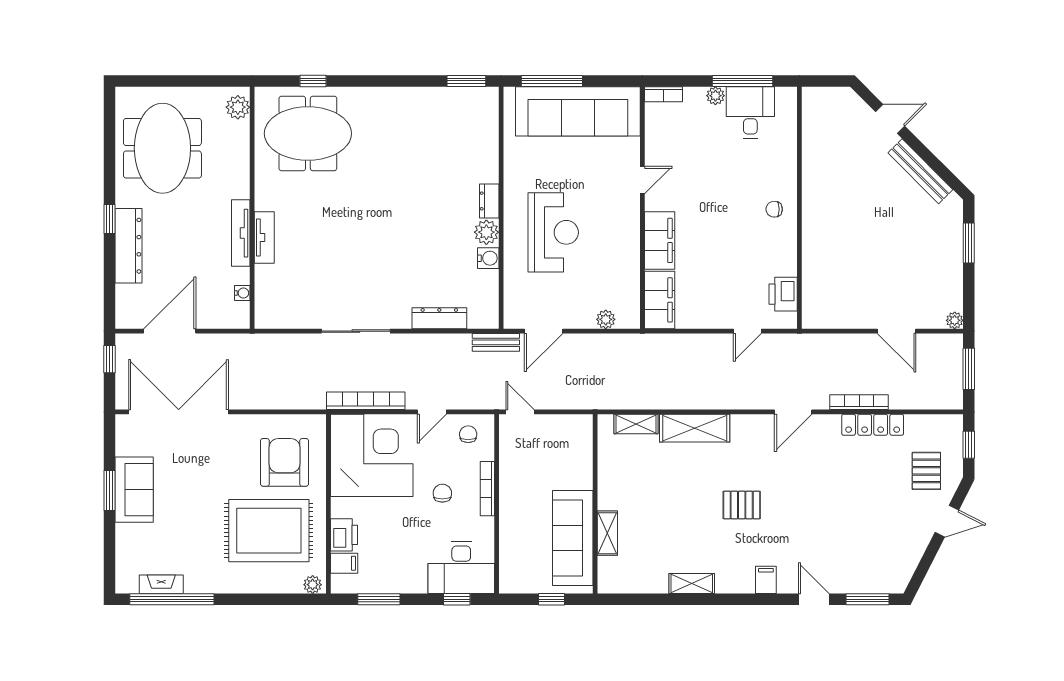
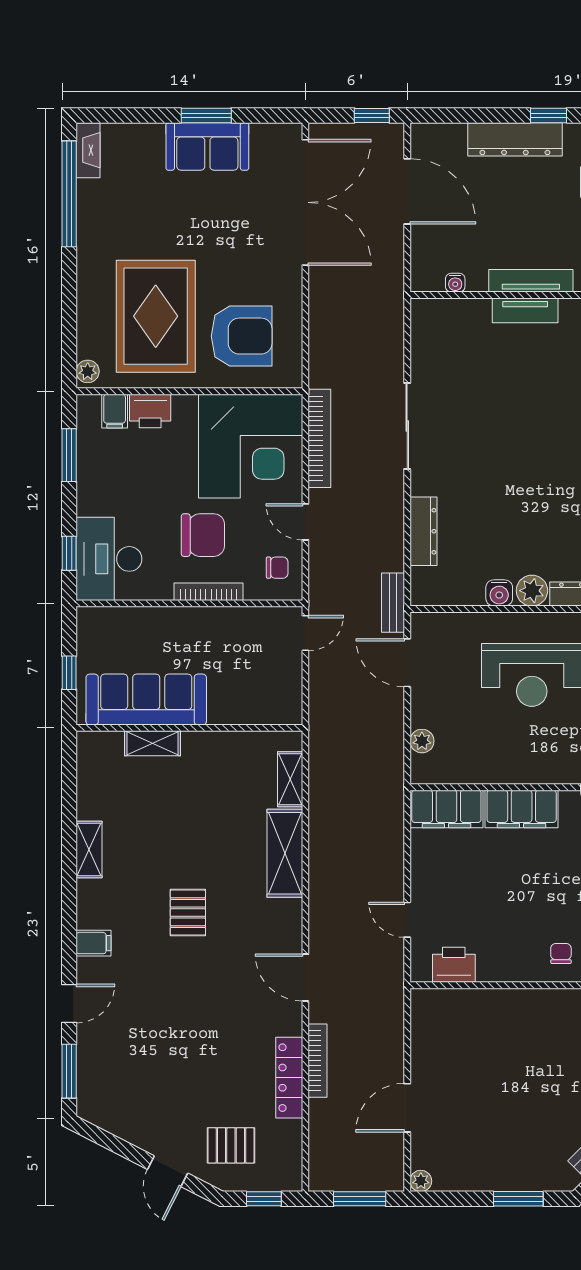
chair: (442, 493) -> (203, 535), width x1.87, depth x1.87
fireplace: (161, 584) -> (88, 150), moved

